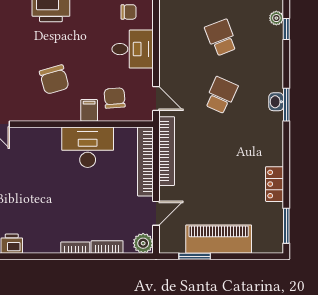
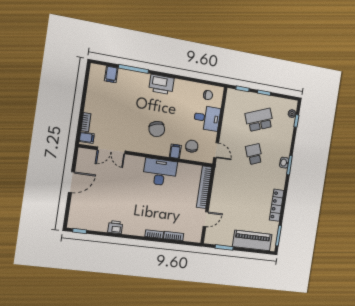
school desk: (221, 38) -> (259, 120), width x1.85
school desk: (221, 95) -> (254, 154), turned -45
desk: (88, 147) -> (160, 172), moved
bookcase: (167, 151) -> (218, 183), removed
locker: (275, 184) -> (277, 205), width x1.53
piano: (219, 239) -> (252, 240), moved
plant: (143, 243) -> (195, 236), removed

